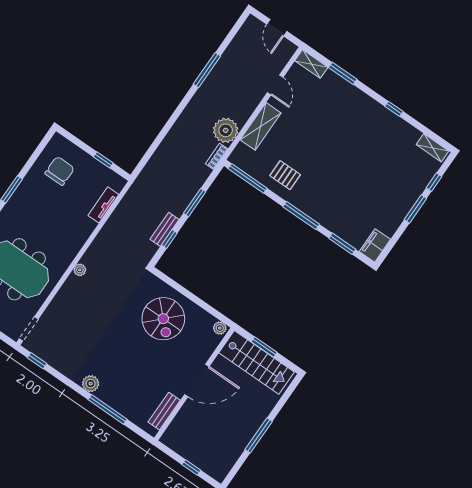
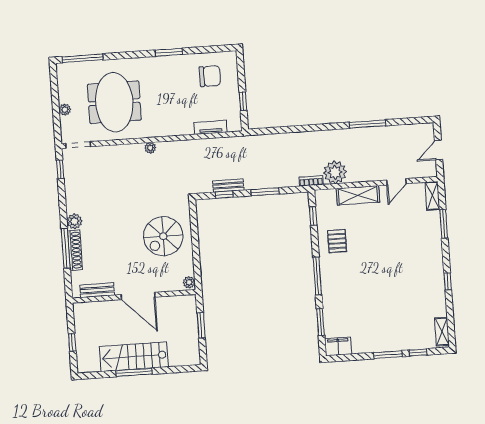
window: (248, 178) -> (313, 216), width x0.46
stairs: (257, 362) -> (134, 357), moved, turned 90
shoe rack: (115, 403) -> (75, 250), added

